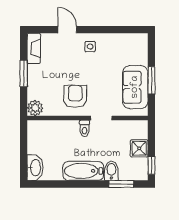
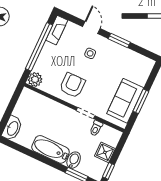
window: (101, 30) -> (119, 41), added
side table: (90, 47) -> (90, 53), moved
window: (24, 73) -> (39, 47), width x2.11
toilet: (85, 128) -> (96, 128), moved

